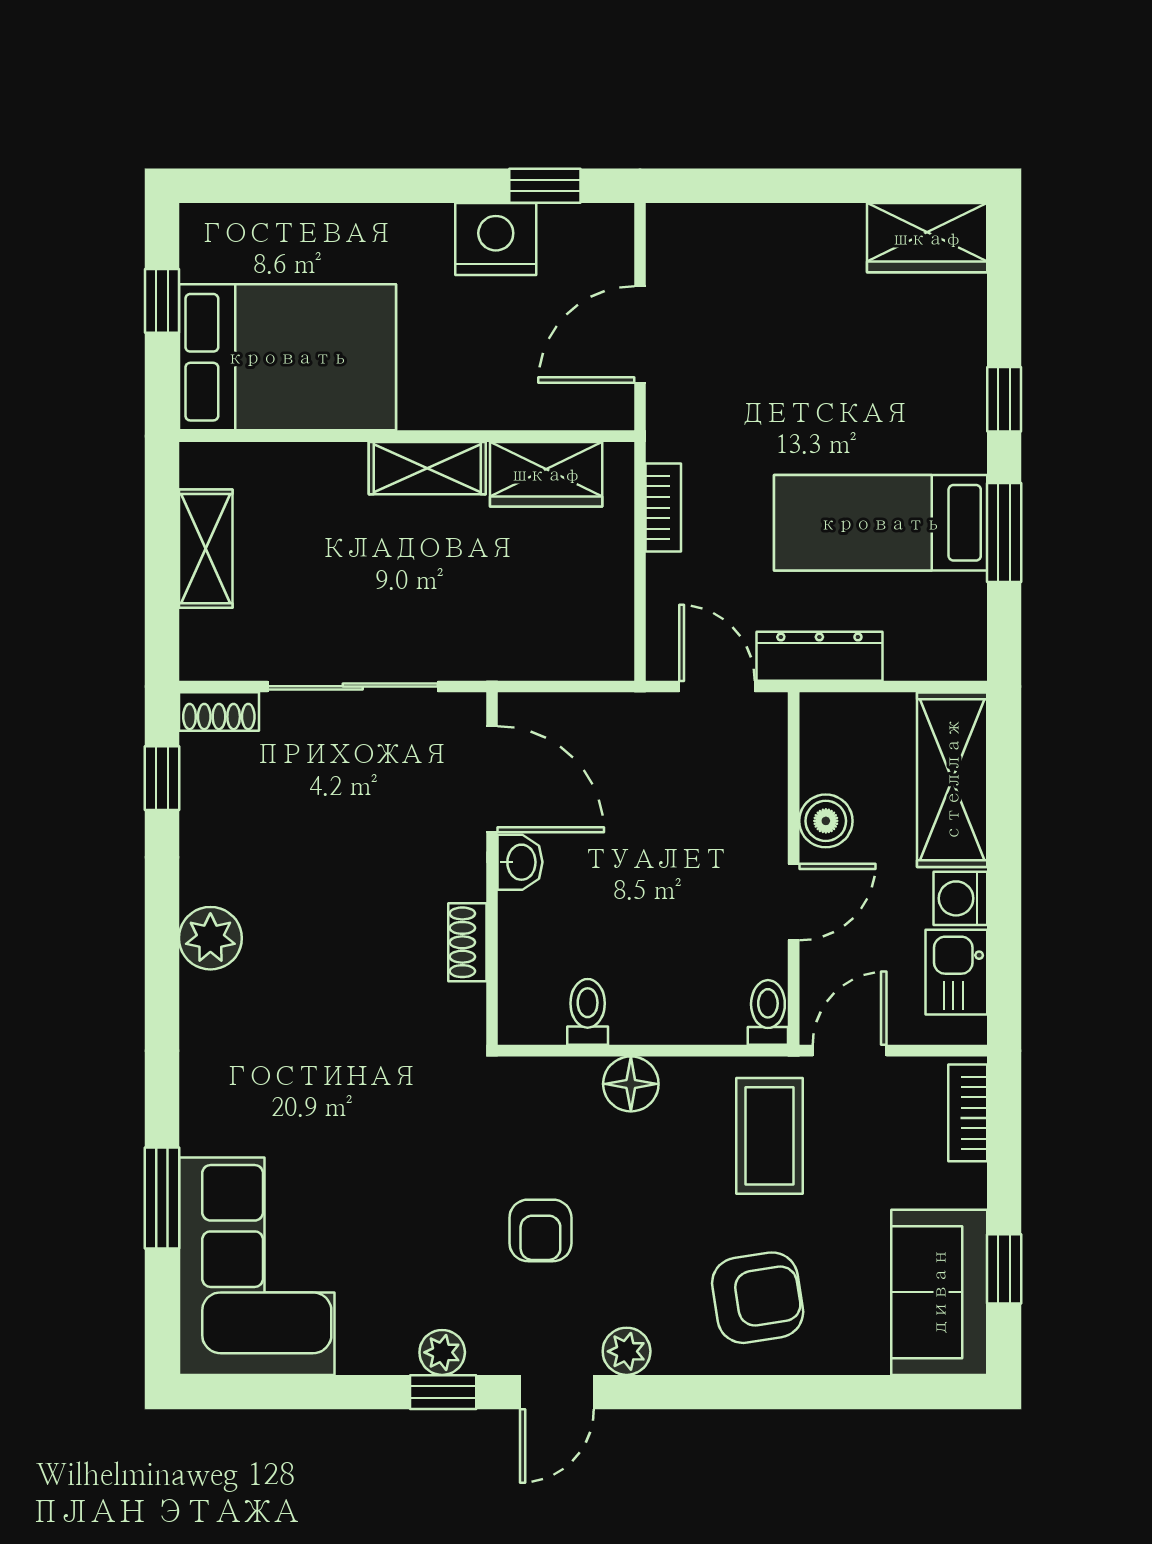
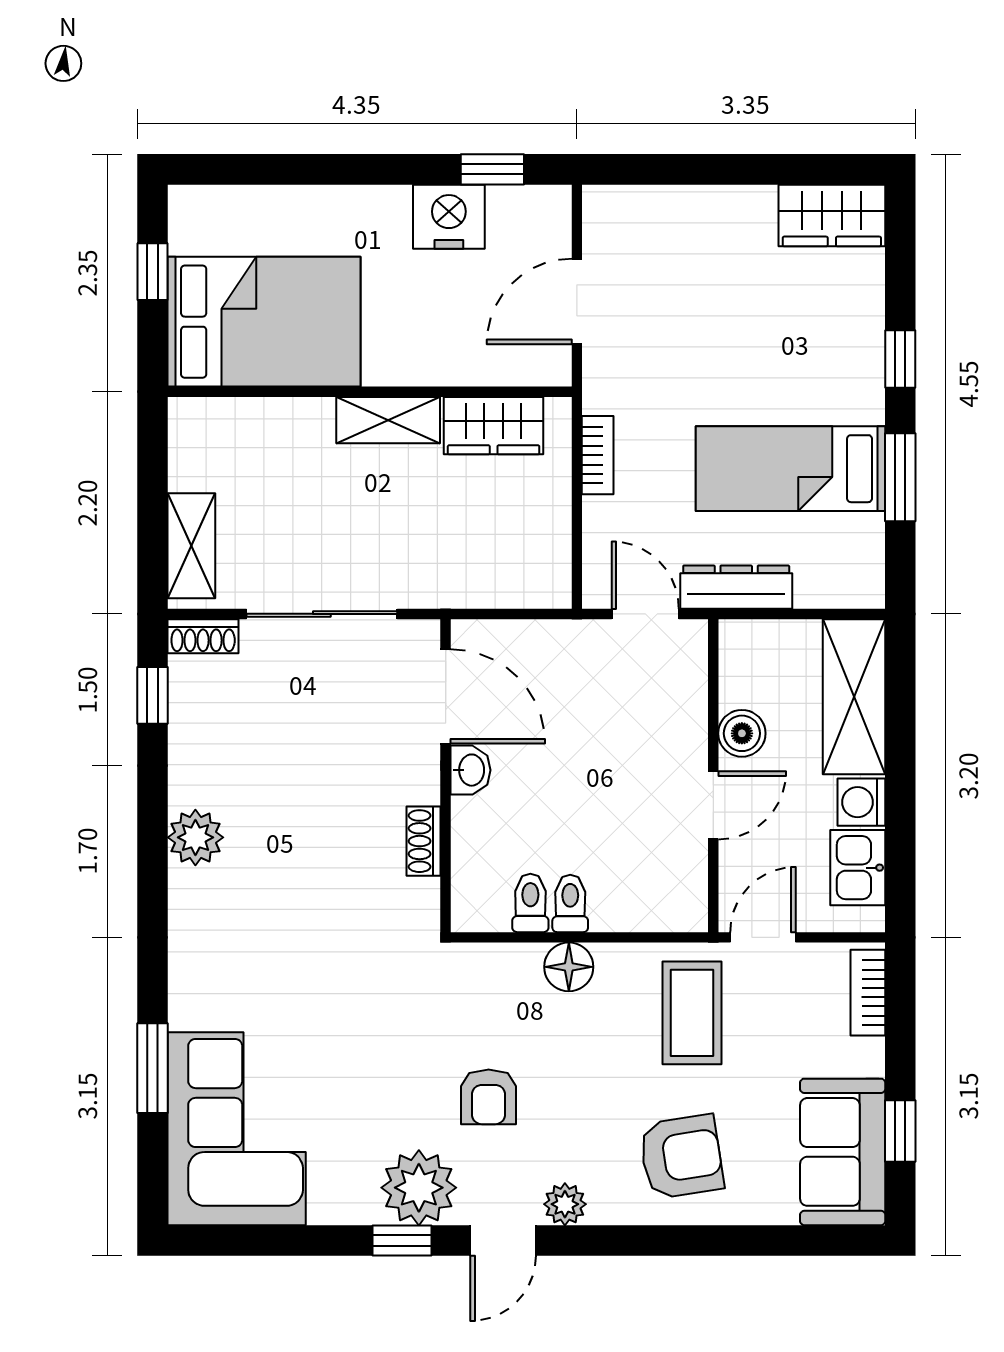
shelving: (206, 549) -> (191, 546), moved
toilet: (768, 1012) -> (570, 903), moved
plant: (442, 1352) -> (419, 1188), width x1.87, depth x1.87

